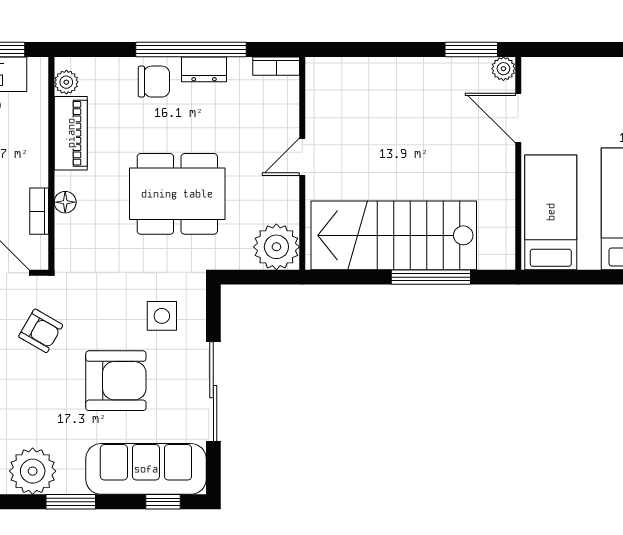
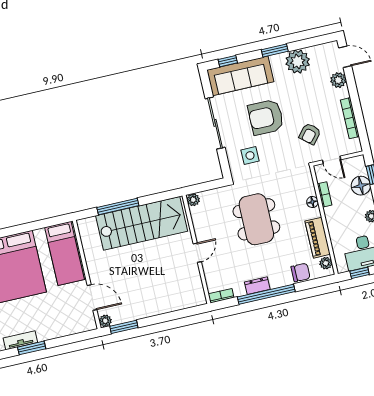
chair: (154, 82) -> (301, 272), moved, turned 180
dining table: (177, 194) -> (256, 219), turned 90
plant: (276, 247) -> (193, 200), width x0.53, depth x0.53
armchair: (41, 331) -> (310, 134), turned -80

